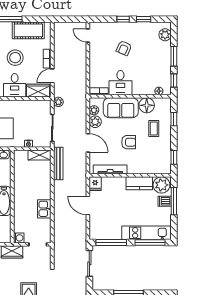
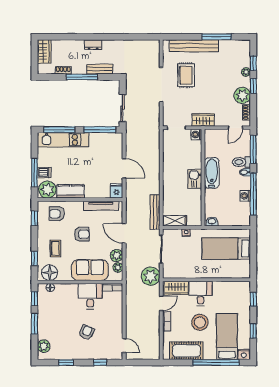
window: (123, 19) -> (100, 362), moved
plant: (58, 102) -> (151, 276), width x1.88, depth x1.88
floor lamp: (147, 105) -> (50, 273), moved
armchair: (129, 142) -> (82, 234), turned 180
armchair: (153, 162) -> (57, 214), added
kitchen sink: (44, 209) -> (195, 179), moved, turned 180

